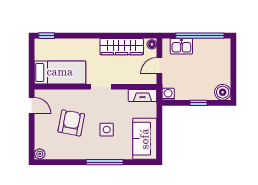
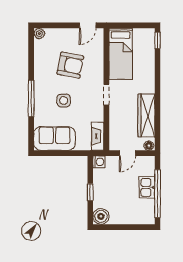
kitchen sink: (181, 46) -> (147, 187), moved
door: (159, 66) -> (127, 153), swing flipped

